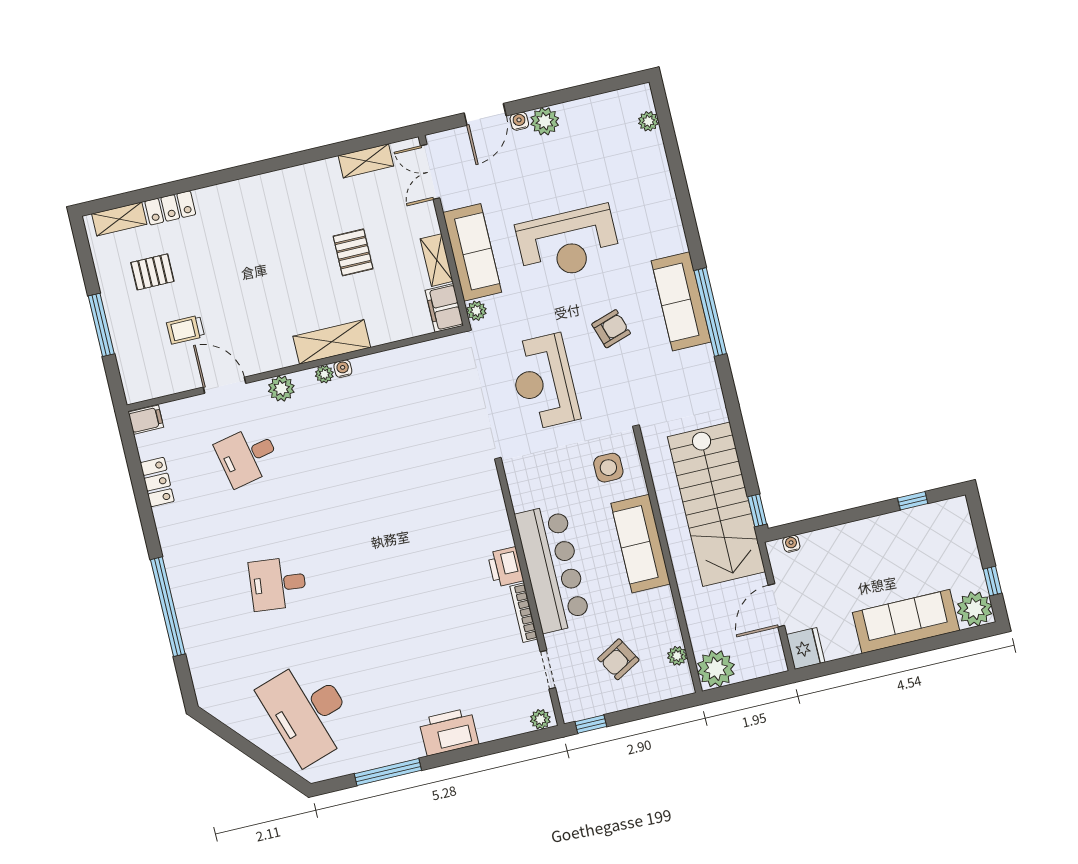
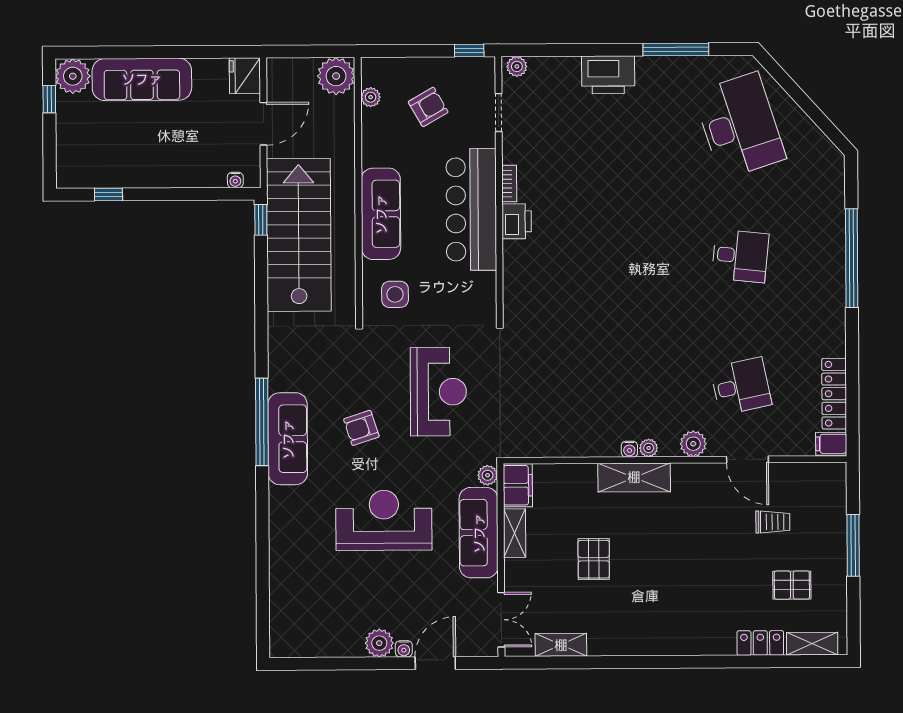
plant: (648, 121) -> (279, 620), removed
locker: (157, 482) -> (834, 394), width x1.53
bookcase: (524, 613) -> (509, 183), width x0.64

